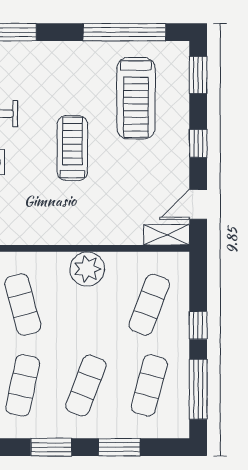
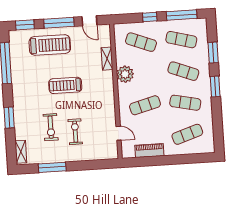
treadmill: (136, 98) -> (50, 45), moved
window: (198, 143) -> (59, 23), width x2.17
shelving: (167, 235) -> (107, 59), moved

